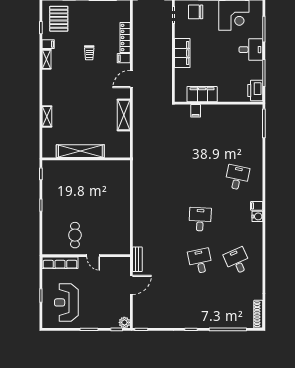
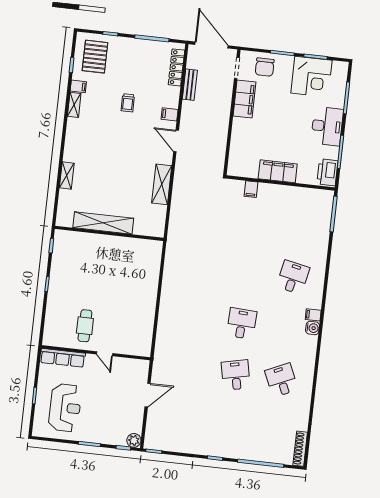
chair: (196, 12) -> (265, 67), turned -90
locker: (125, 37) -> (176, 67), moved
desk: (251, 50) -> (327, 126), width x1.37
filing cabinet: (182, 53) -> (244, 99), moved
door: (131, 79) -> (176, 141), hinge flipped
filing cabinet: (202, 94) -> (278, 171), moved
bench: (137, 259) -> (190, 85), moved
reception desk: (66, 302) -> (65, 408), turned 180

